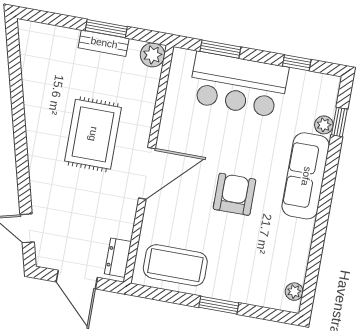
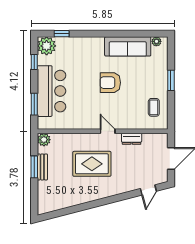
plant: (324, 125) -> (47, 46), moved, width x1.87, depth x1.87
door: (147, 173) -> (108, 131), width x0.53
sofa: (306, 176) -> (128, 46), moved
dresser: (118, 258) -> (132, 139), moved
coffee table: (175, 265) -> (154, 107), width x0.54, depth x0.58

